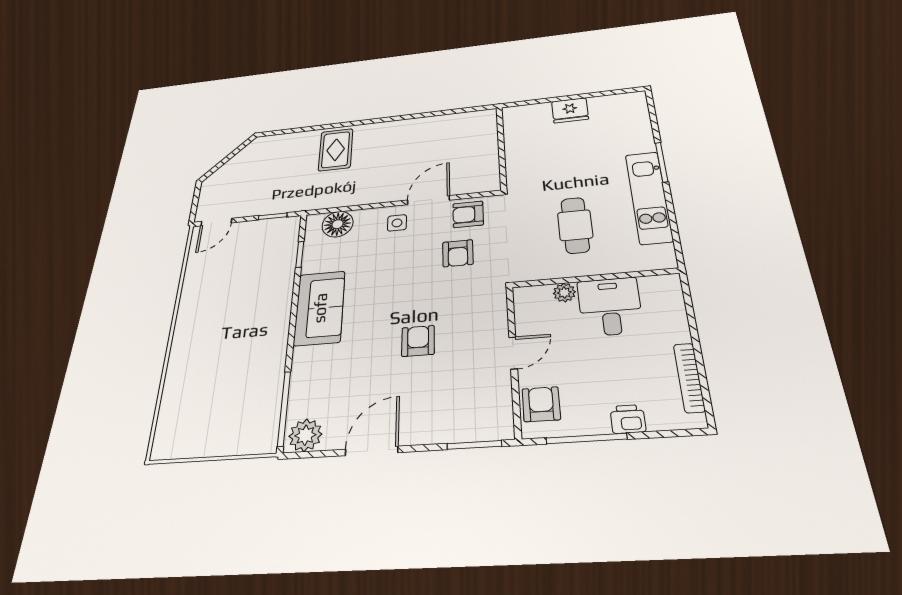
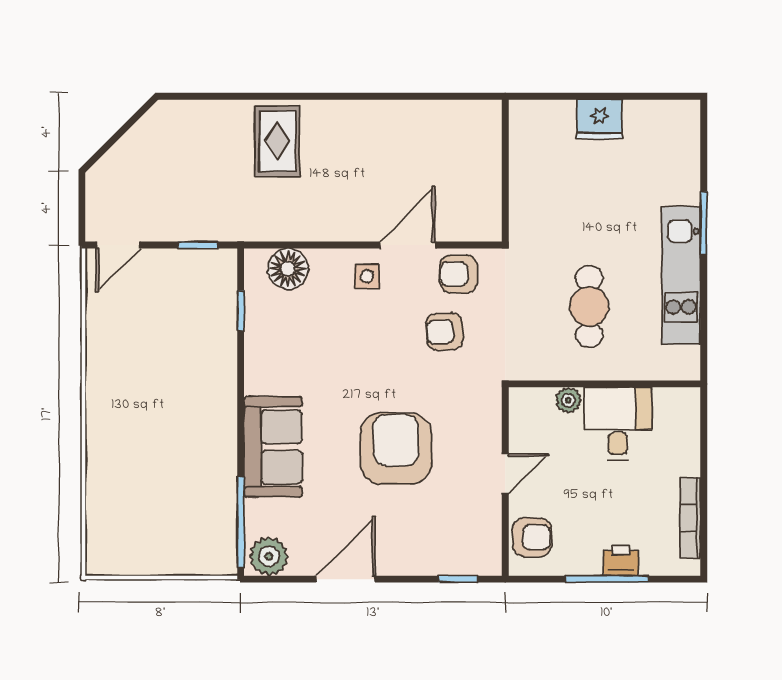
armchair: (458, 253) -> (445, 332), turned 86
sofa: (320, 308) -> (273, 447), moved
armchair: (418, 341) -> (396, 449), width x1.88, depth x1.88
armchair: (541, 404) -> (532, 537), turned 90
window: (586, 439) -> (607, 579), moved
window: (474, 445) -> (458, 579), width x0.67

